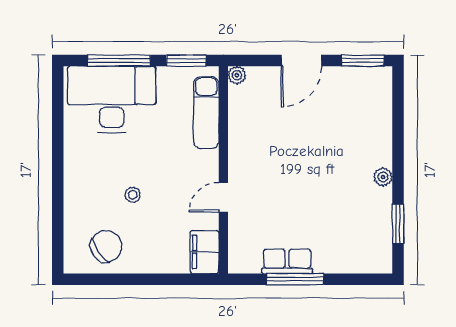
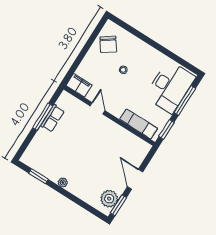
plant: (237, 75) -> (109, 199), moved, width x1.88, depth x1.88

